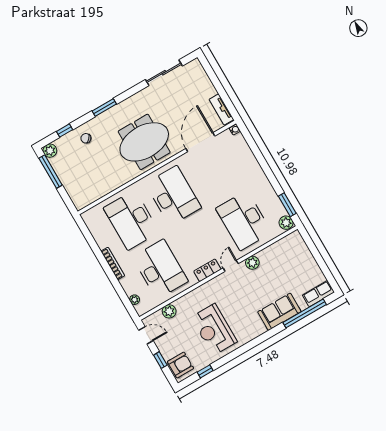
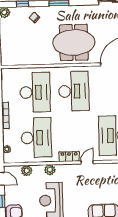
desk: (131, 220) -> (35, 92), turned 180
plant: (252, 263) -> (50, 170), moved

